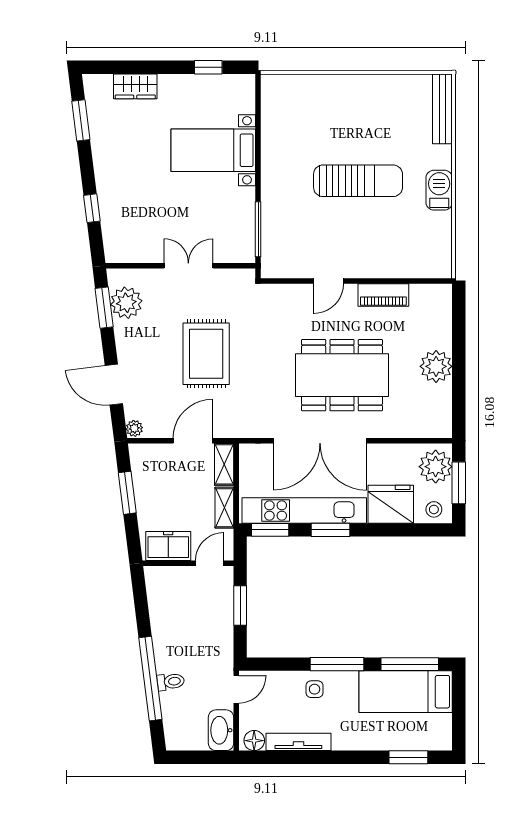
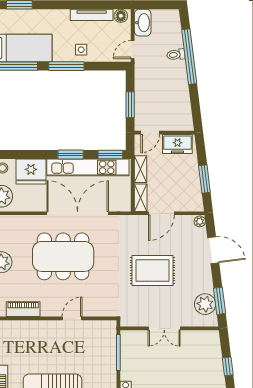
piano: (383, 295) -> (23, 309), moved
rug: (206, 354) -> (153, 271), turned 90

